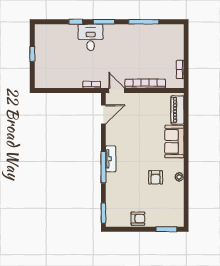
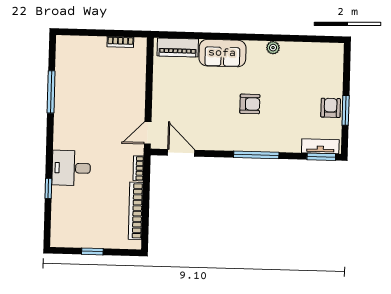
window: (104, 22) -> (50, 148), removed
bookcase: (145, 84) -> (136, 211), moved
tv unit: (111, 159) -> (320, 146), moved
armchair: (156, 177) -> (250, 104), moved
window: (166, 229) -> (346, 110), moved

